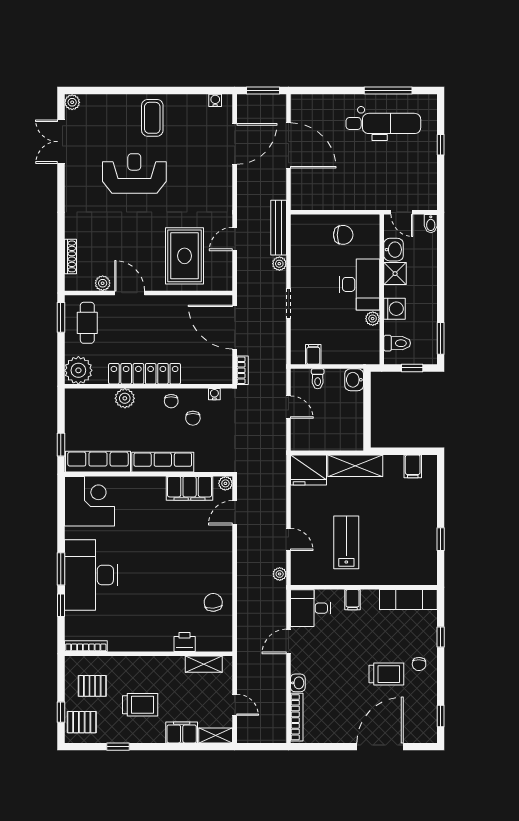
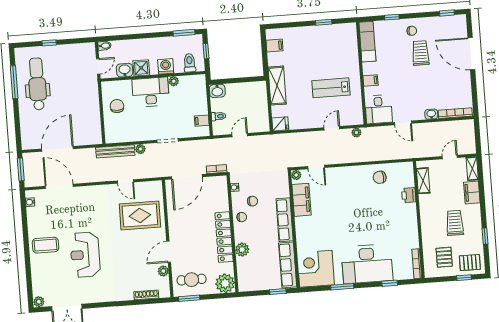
fridge: (309, 470) -> (280, 124), width x0.53, depth x0.75
window: (61, 569) -> (342, 287), moved
pallet: (82, 722) -> (470, 263), turned 90

